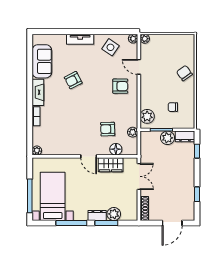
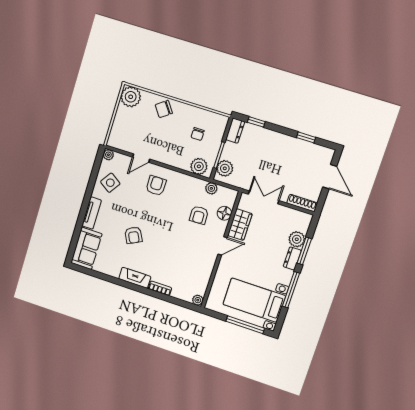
plant: (145, 39) -> (131, 97), moved, width x1.87, depth x1.87
sofa: (42, 61) -> (86, 248), moved, turned 90
plant: (167, 138) -> (225, 168), moved

